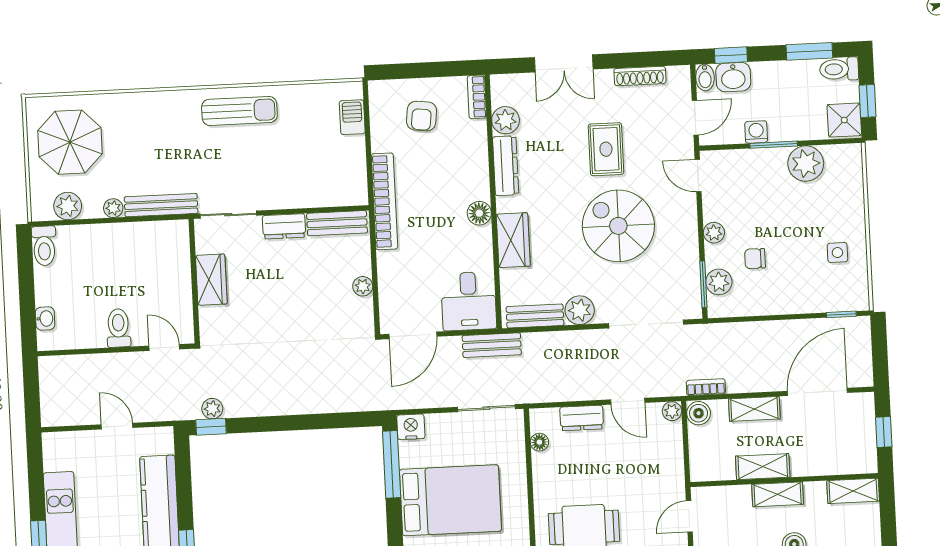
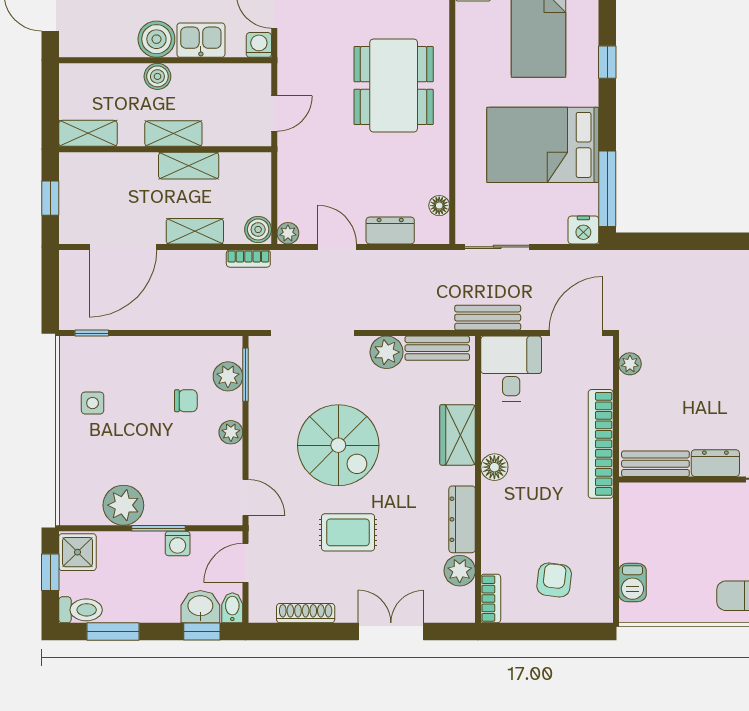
rug: (606, 149) -> (348, 532), turned 90
bookcase: (385, 201) -> (601, 444), moved
plant: (363, 286) -> (630, 364), moved

